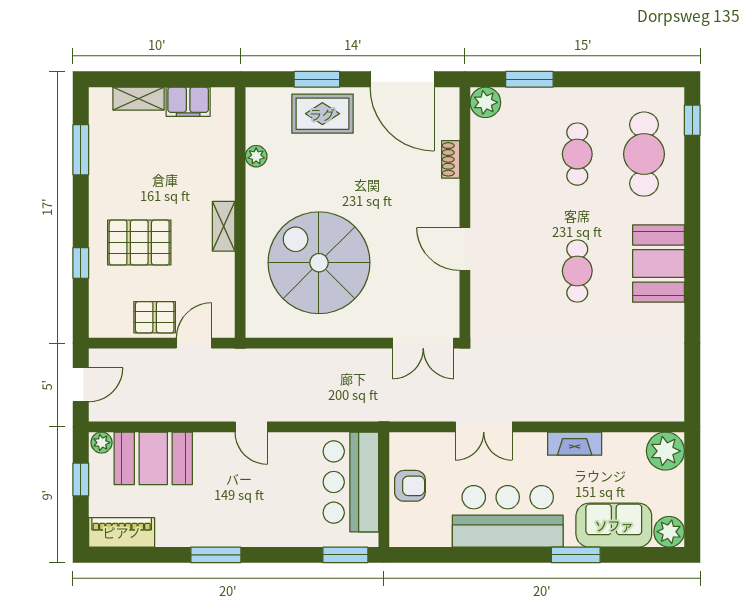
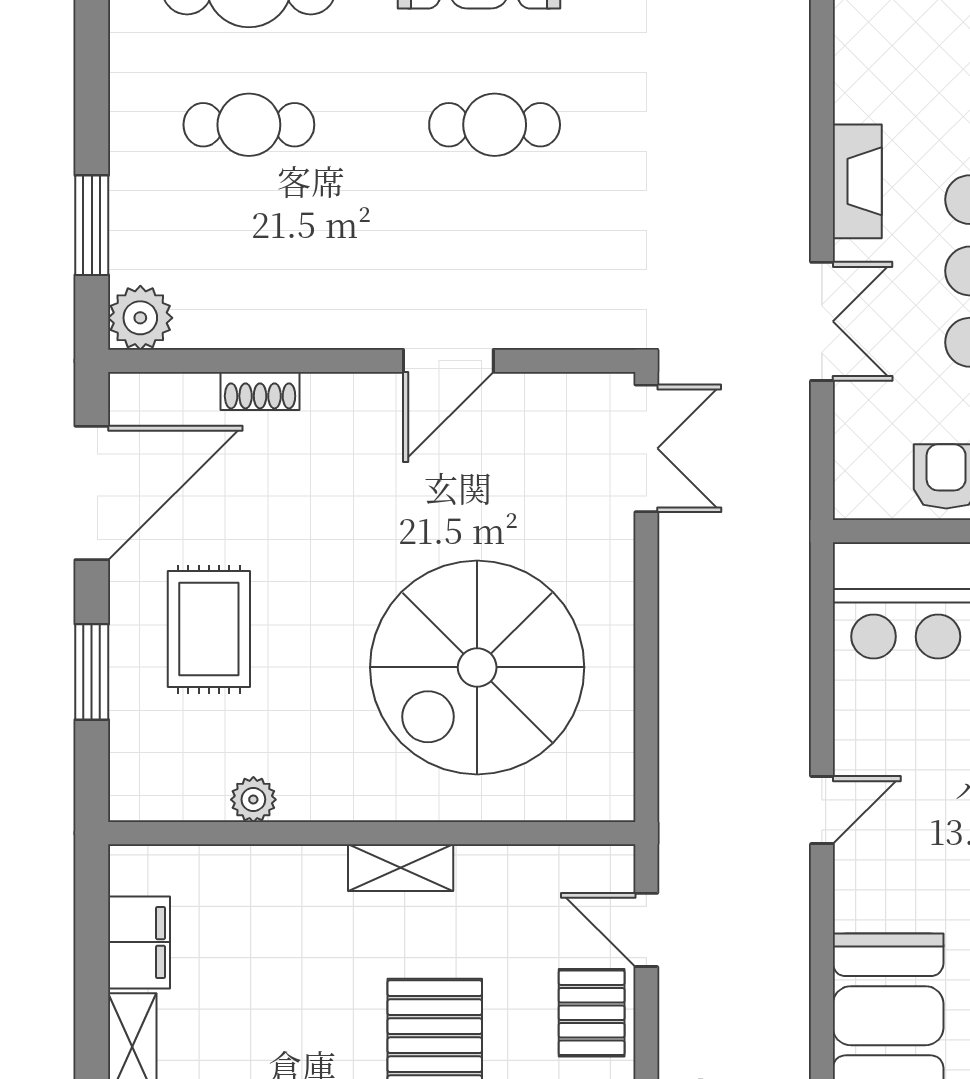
rug: (322, 114) -> (209, 629), moved
fireplace: (575, 444) -> (857, 181), moved

